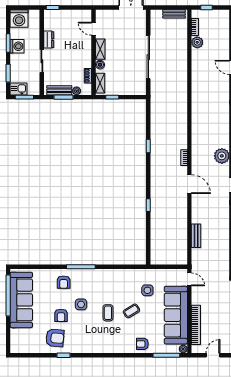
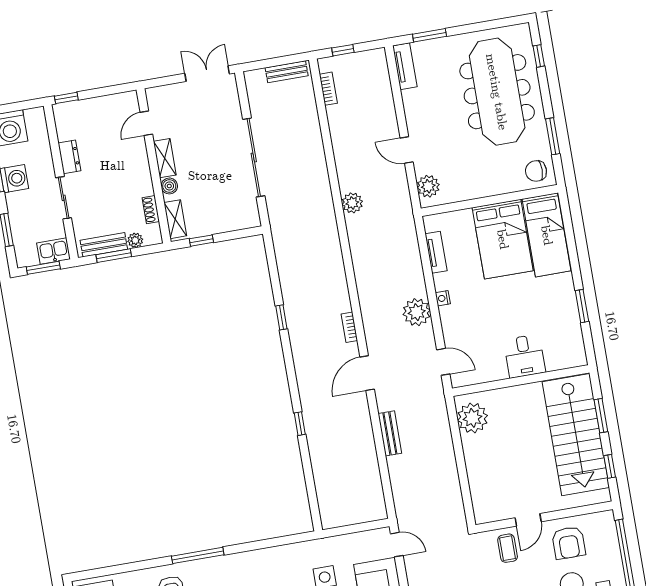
door: (93, 29) -> (146, 123), hinge flipped
plant: (197, 42) -> (352, 203), moved
kitchen sink: (19, 89) -> (54, 251), moved
door: (189, 184) -> (367, 373), swing flipped
bench: (196, 236) -> (390, 433), moved

